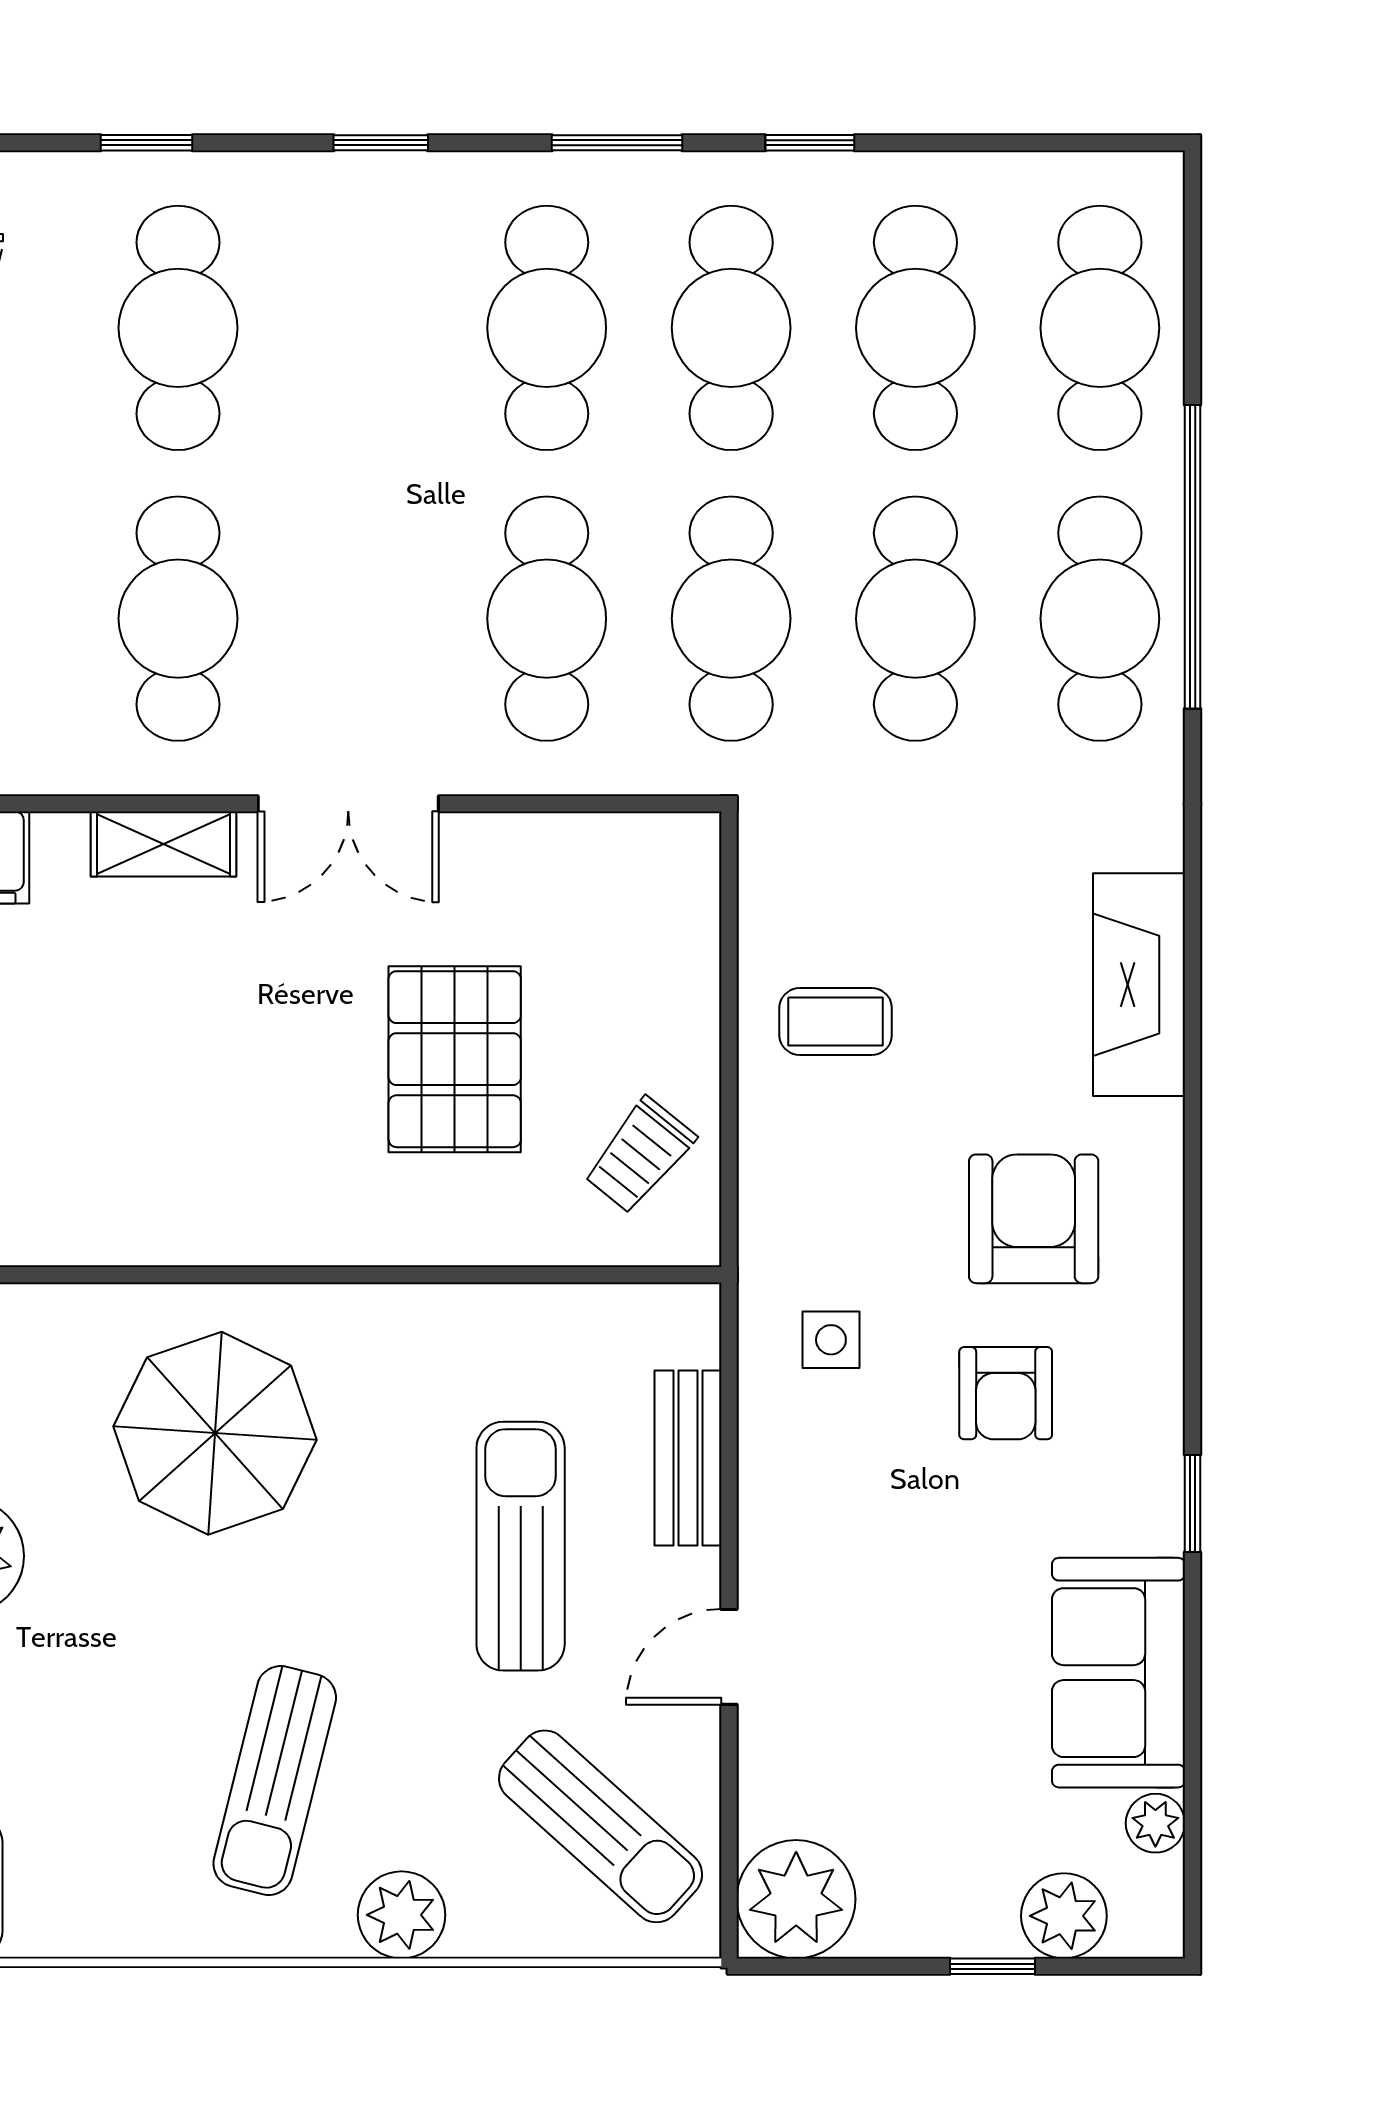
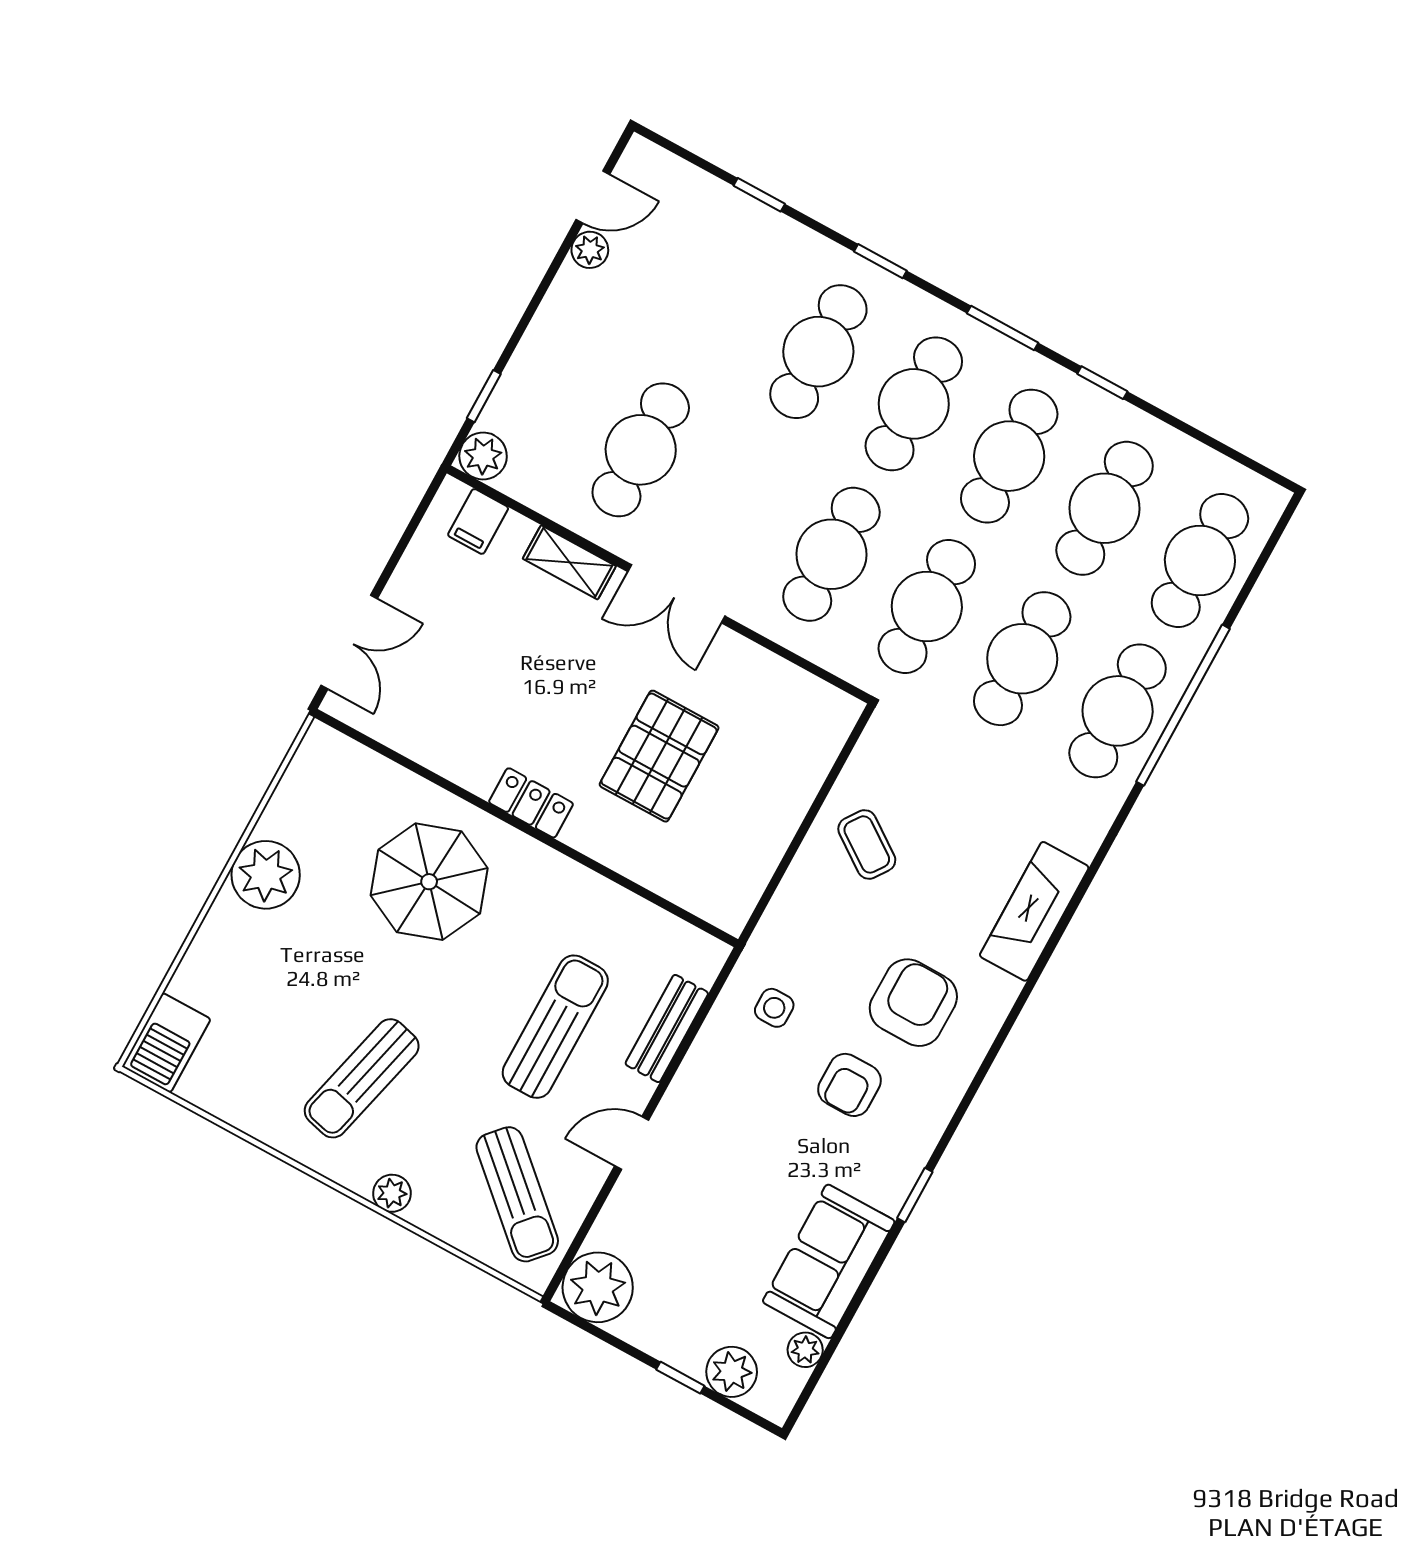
cafe table: (178, 328) -> (818, 352), moved
coffee table: (836, 1021) -> (867, 844), turned 35
trolley: (640, 1156) -> (727, 858), removed
locker: (302, 1233) -> (531, 803), added
plant: (402, 1915) -> (392, 1193), width x0.73, depth x0.73

